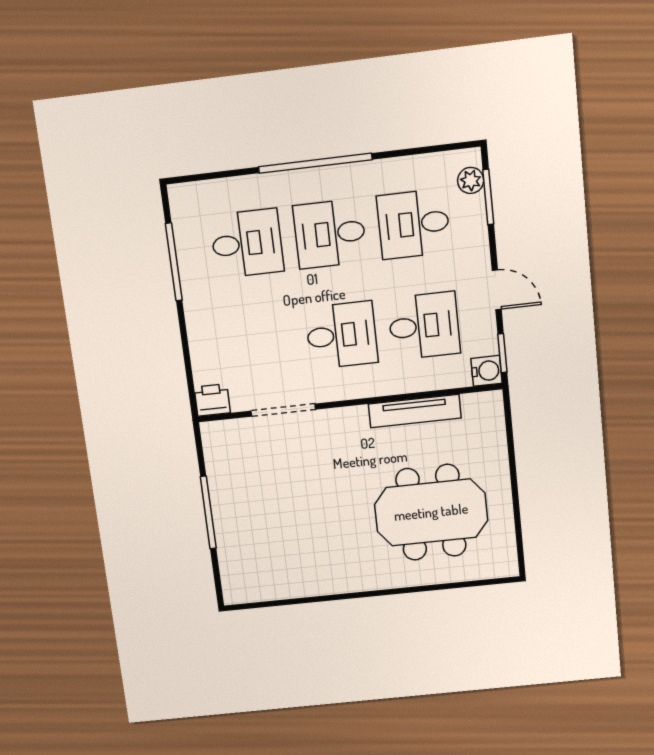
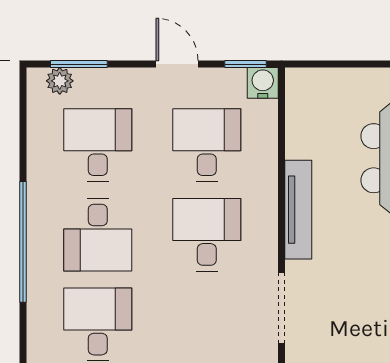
desk: (414, 224) -> (98, 145), turned 180
door: (497, 290) -> (177, 64), hinge flipped
tv unit: (415, 411) -> (298, 210), moved

